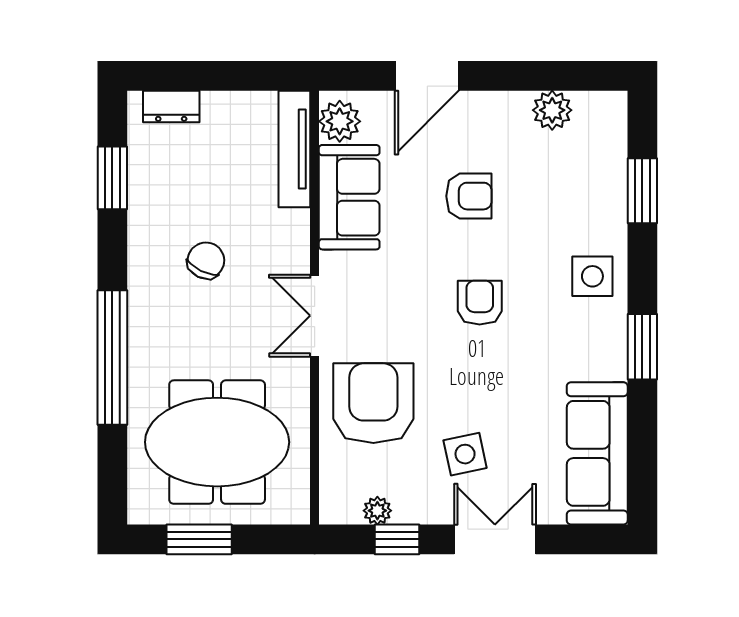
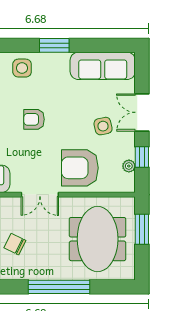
window: (199, 539) -> (142, 229), moved

